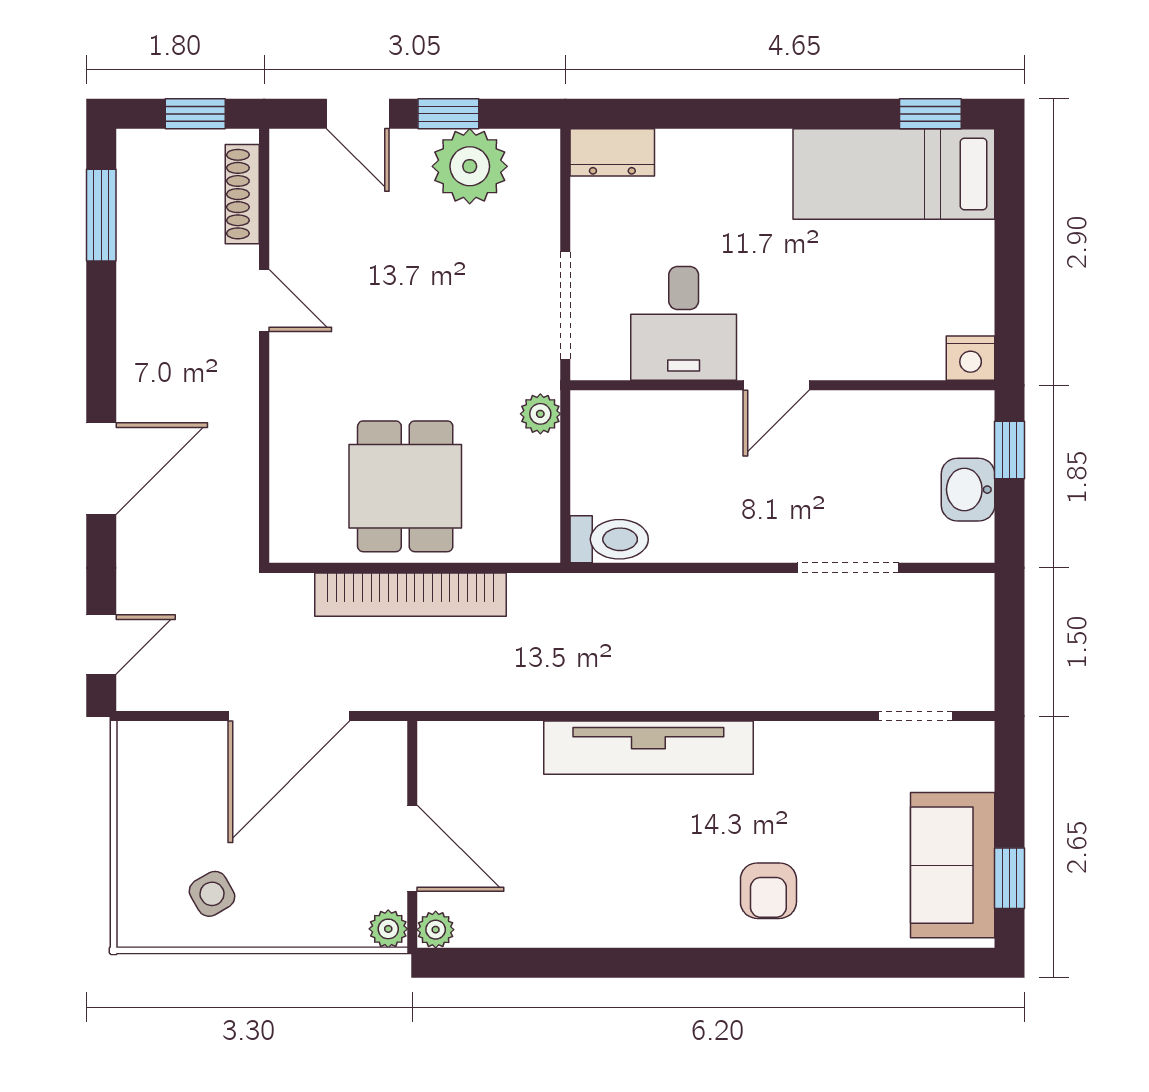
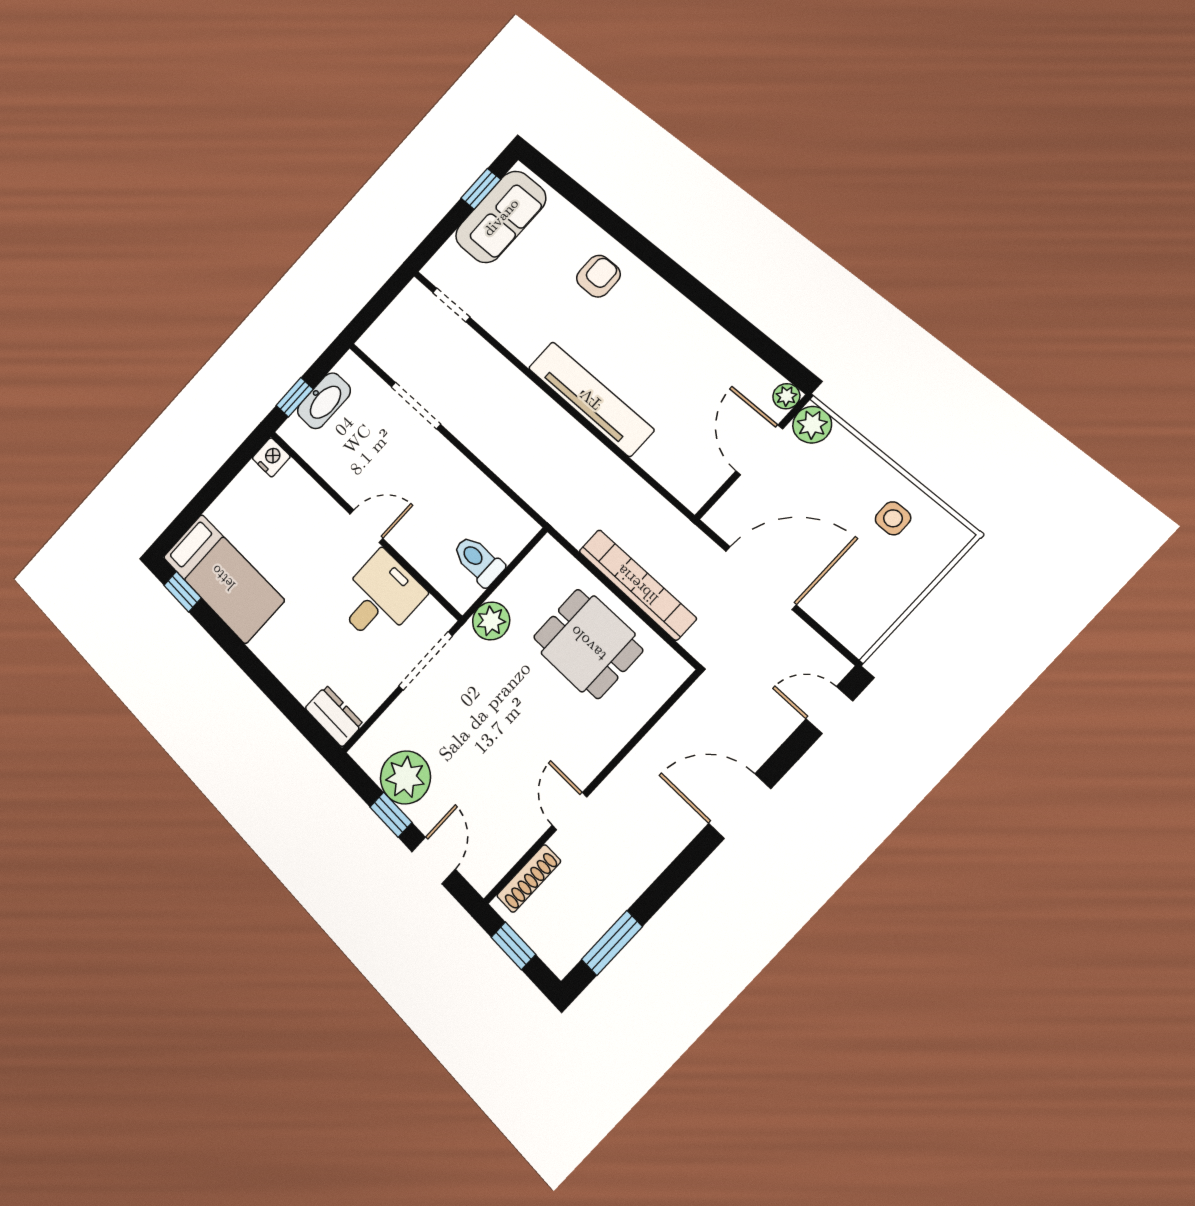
plant: (540, 414) -> (491, 621), width x1.38, depth x1.38
dining table: (405, 486) -> (588, 644), turned 90
washbasin: (968, 490) -> (324, 401), width x1.38
toilet: (609, 539) -> (478, 561), moved
side table: (212, 894) -> (893, 518), turned 30
plant: (388, 929) -> (812, 425), width x1.38, depth x1.38

